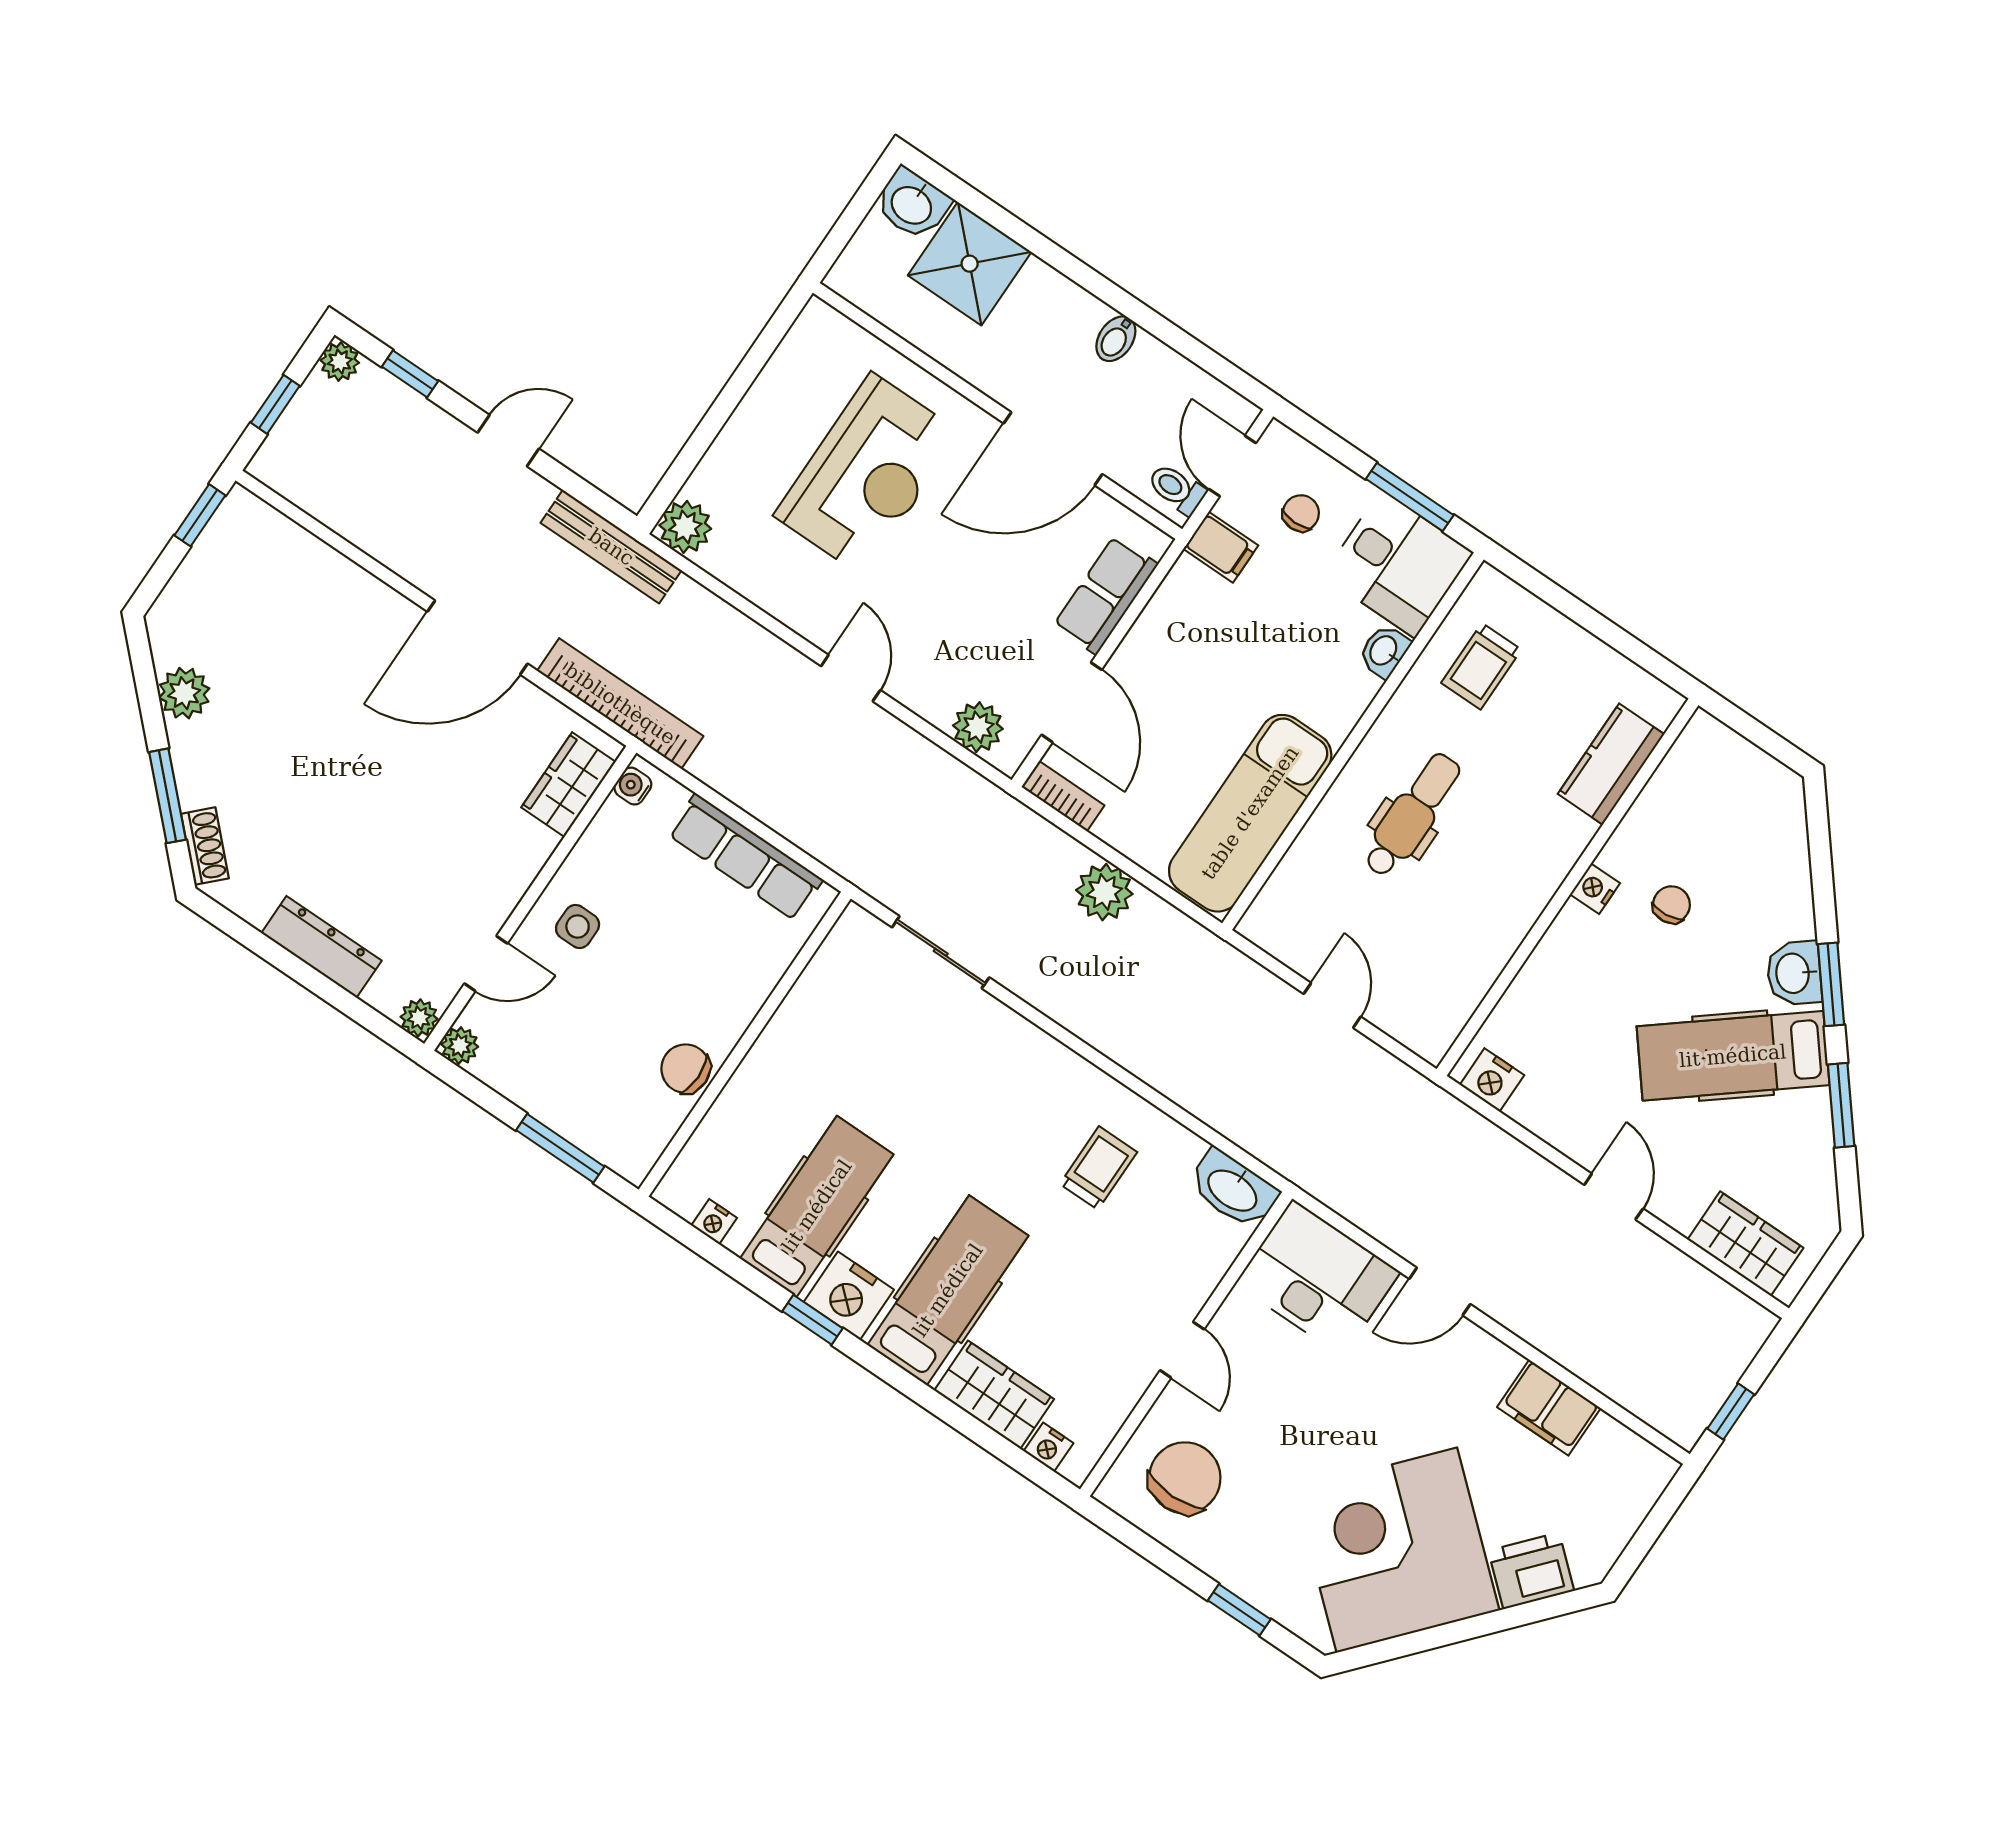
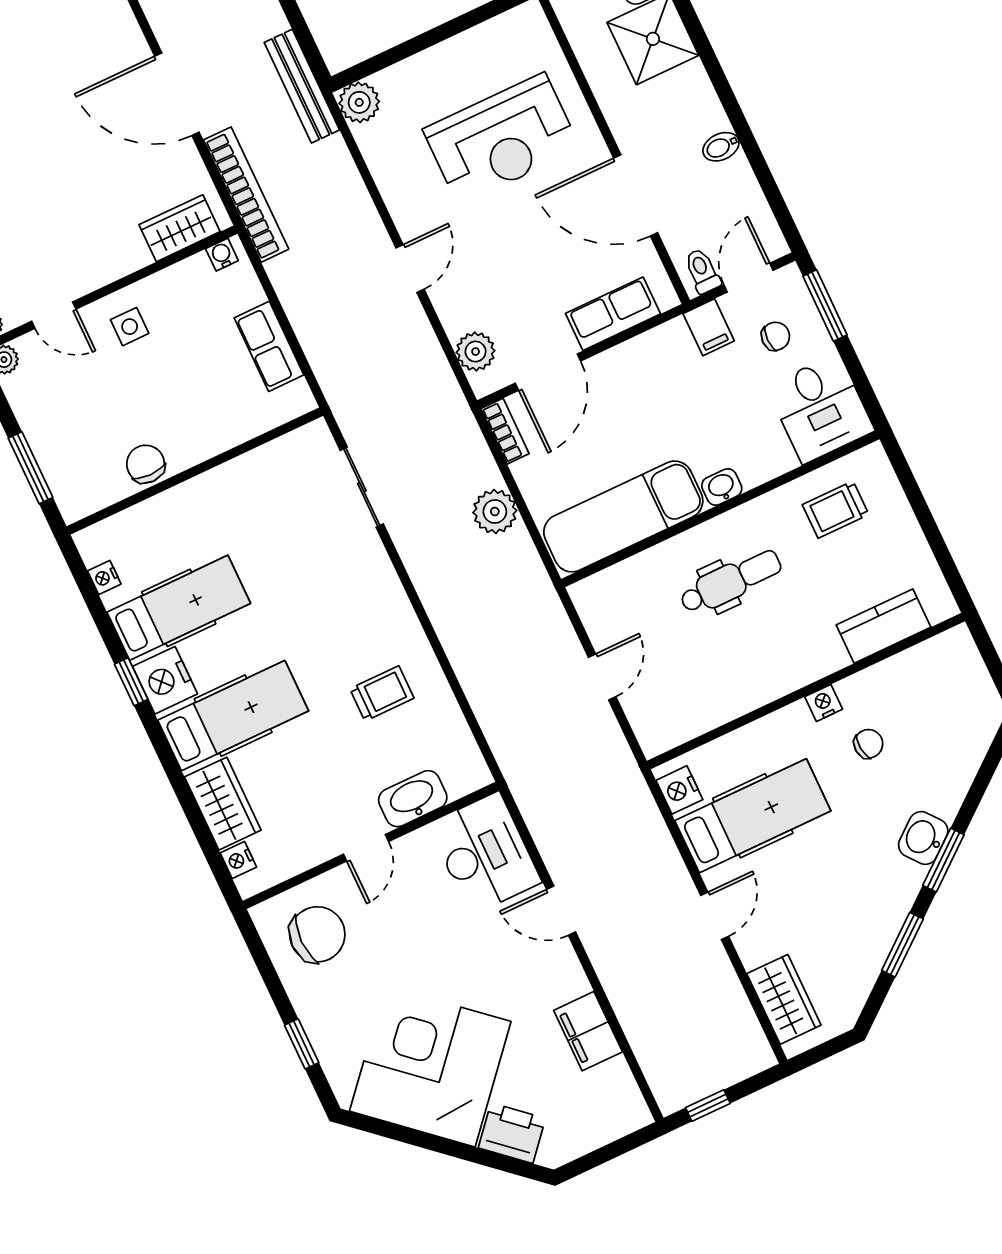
window: (1410, 497) -> (825, 305), moved
washbasin: (1384, 651) -> (722, 487), moved
row of seats: (745, 857) -> (269, 346), width x0.68
hospital bed: (1733, 1056) -> (753, 816), moved, turned 129
washbasin: (1233, 1189) -> (413, 799), moved, turned 90

